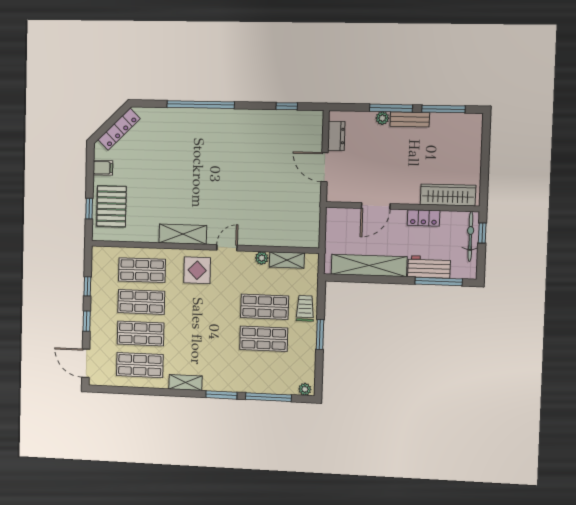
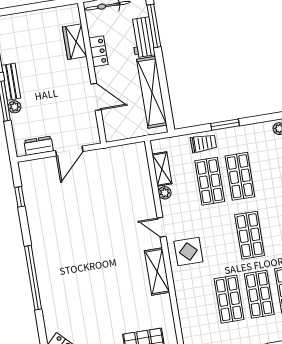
wardrobe: (448, 195) -> (75, 42), width x0.67
shop shelf: (142, 270) -> (250, 235), moved
trolley: (305, 308) -> (203, 143), turned 180

